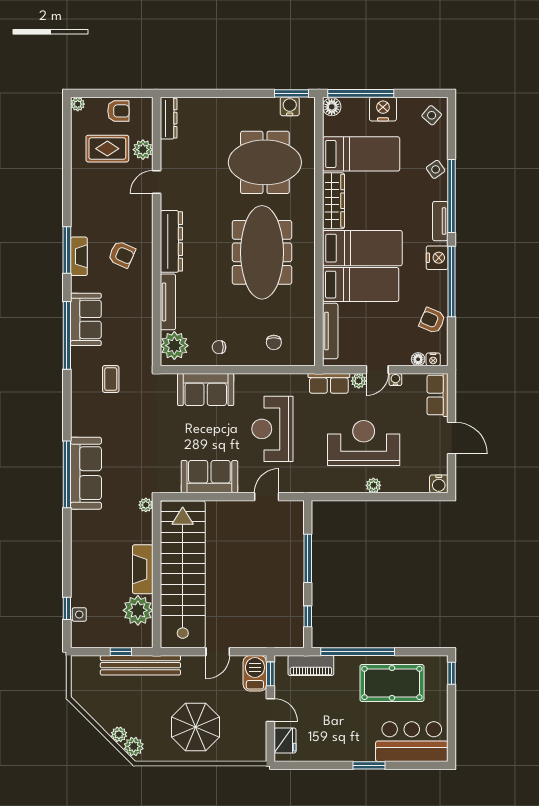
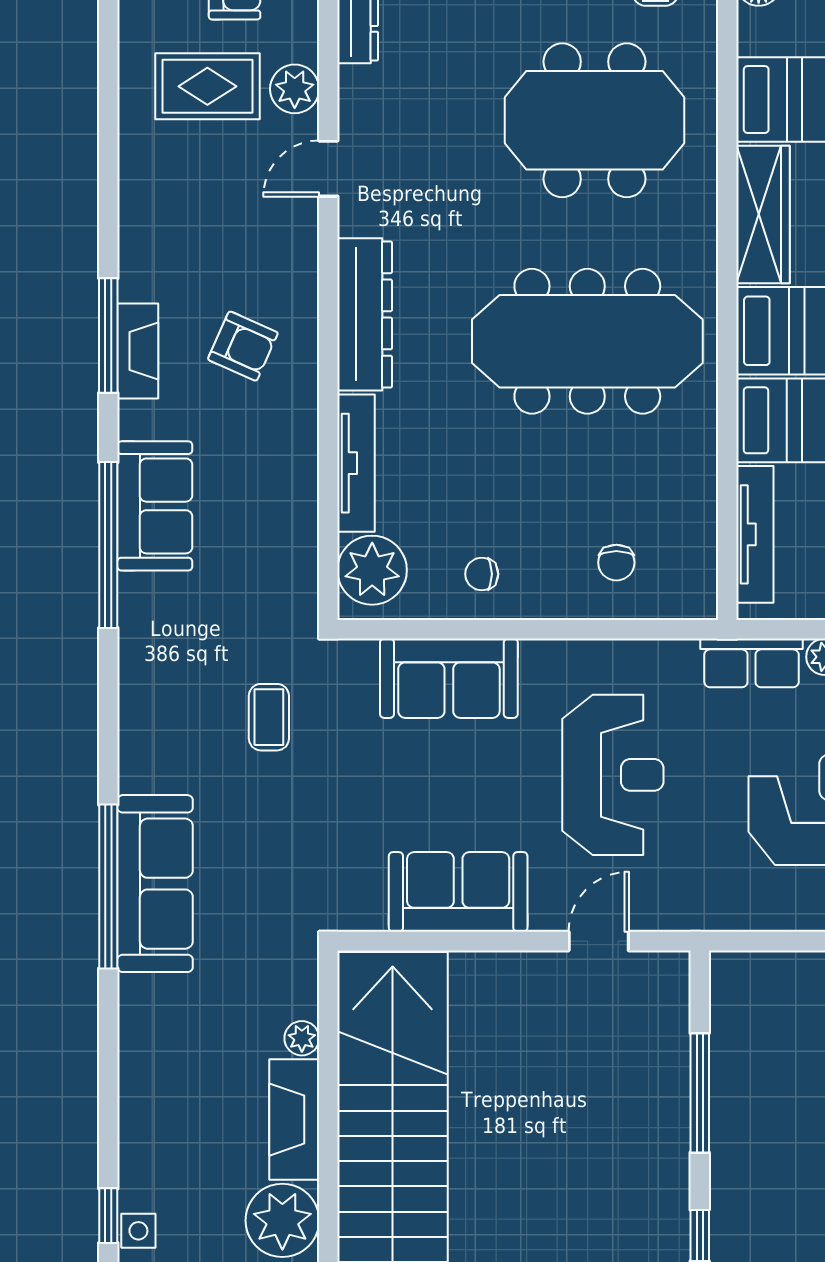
meeting table: (262, 252) -> (587, 341), turned 90
coffee table: (111, 379) -> (269, 717), moved
reception desk: (272, 429) -> (613, 775), turned 180
plant: (146, 505) -> (302, 1038), moved

